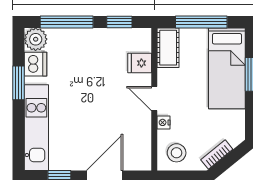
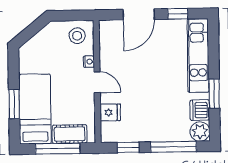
cot: (168, 48) -> (70, 134), moved, turned 90
bookcase: (217, 155) -> (43, 35), removed

